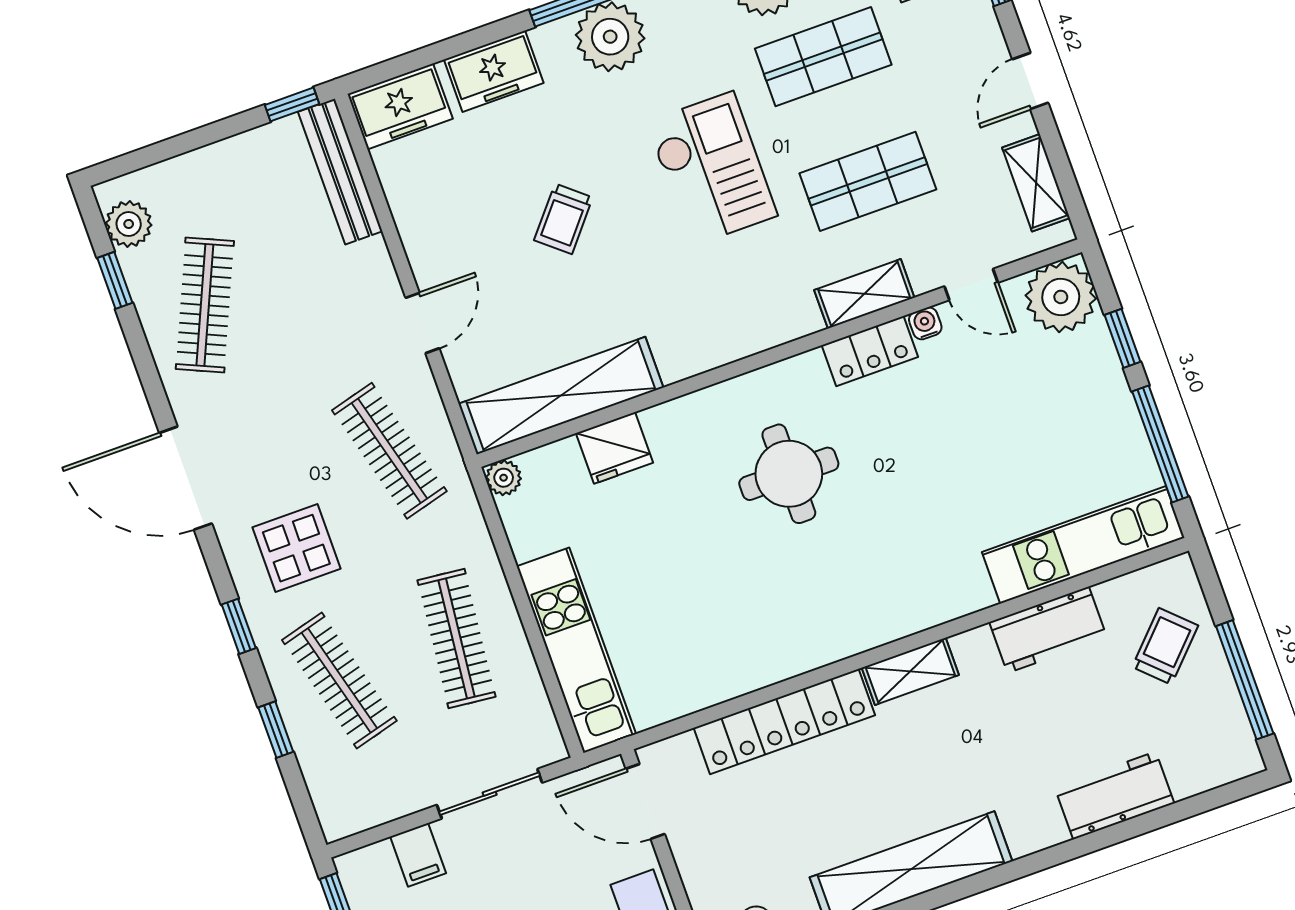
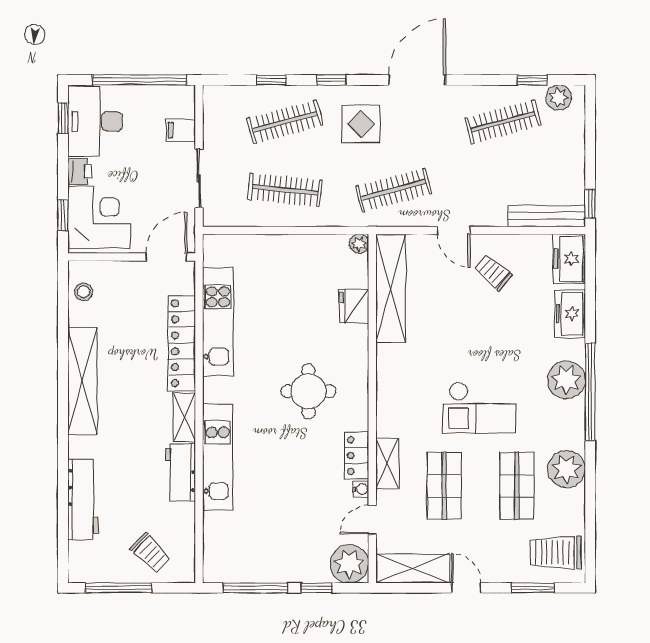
shelving: (1036, 183) -> (413, 568), width x1.50, depth x1.33
trolley: (563, 219) -> (493, 272), moved
clothes rail: (205, 305) -> (503, 122), turned -39
kitchen unit: (1083, 545) -> (218, 457), moved
workbench: (1048, 630) -> (180, 472), moved
kitchen unit: (576, 650) -> (218, 322), moved, turned -90
workbench: (1114, 795) -> (83, 500), width x1.37

